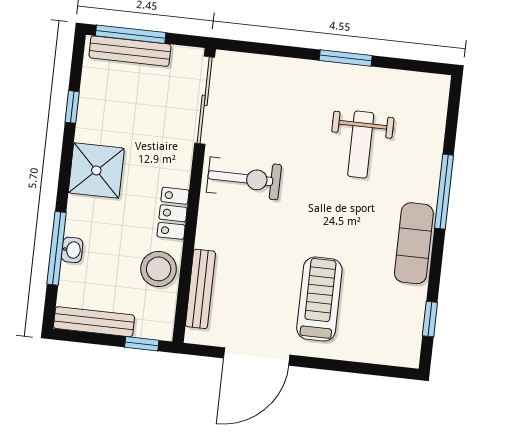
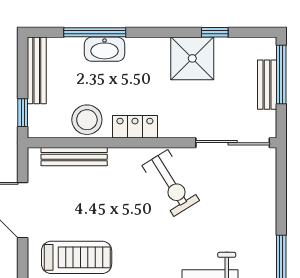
bench: (130, 51) -> (267, 85), width x0.73
shower: (96, 170) -> (192, 58), moved
exercise bike: (244, 178) -> (171, 183), turned -32
washbasin: (72, 250) -> (105, 49), width x1.91, depth x1.45

